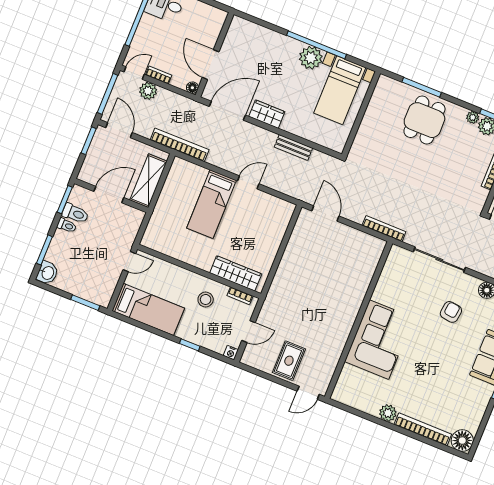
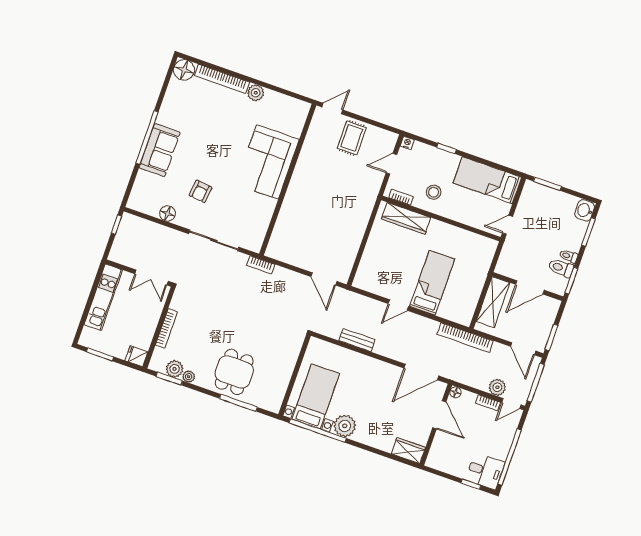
window: (316, 45) -> (318, 431), moved
wardrobe: (267, 114) -> (408, 451), moved, turned 180
bookcase: (384, 229) -> (261, 265), width x0.64

